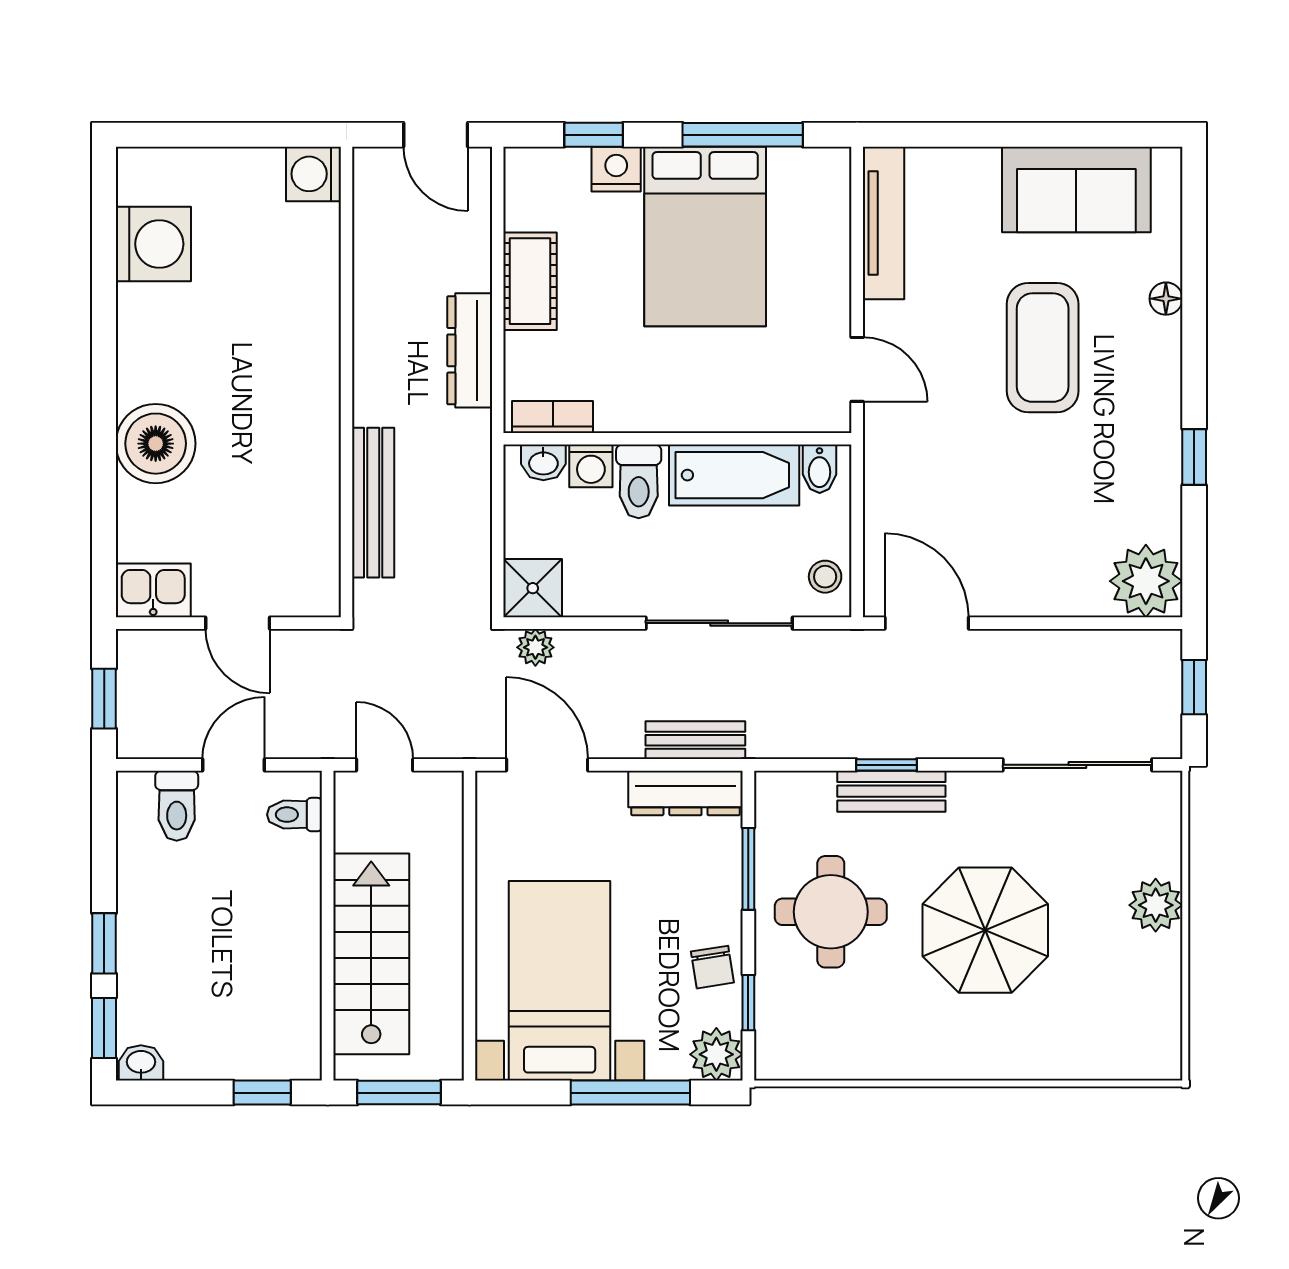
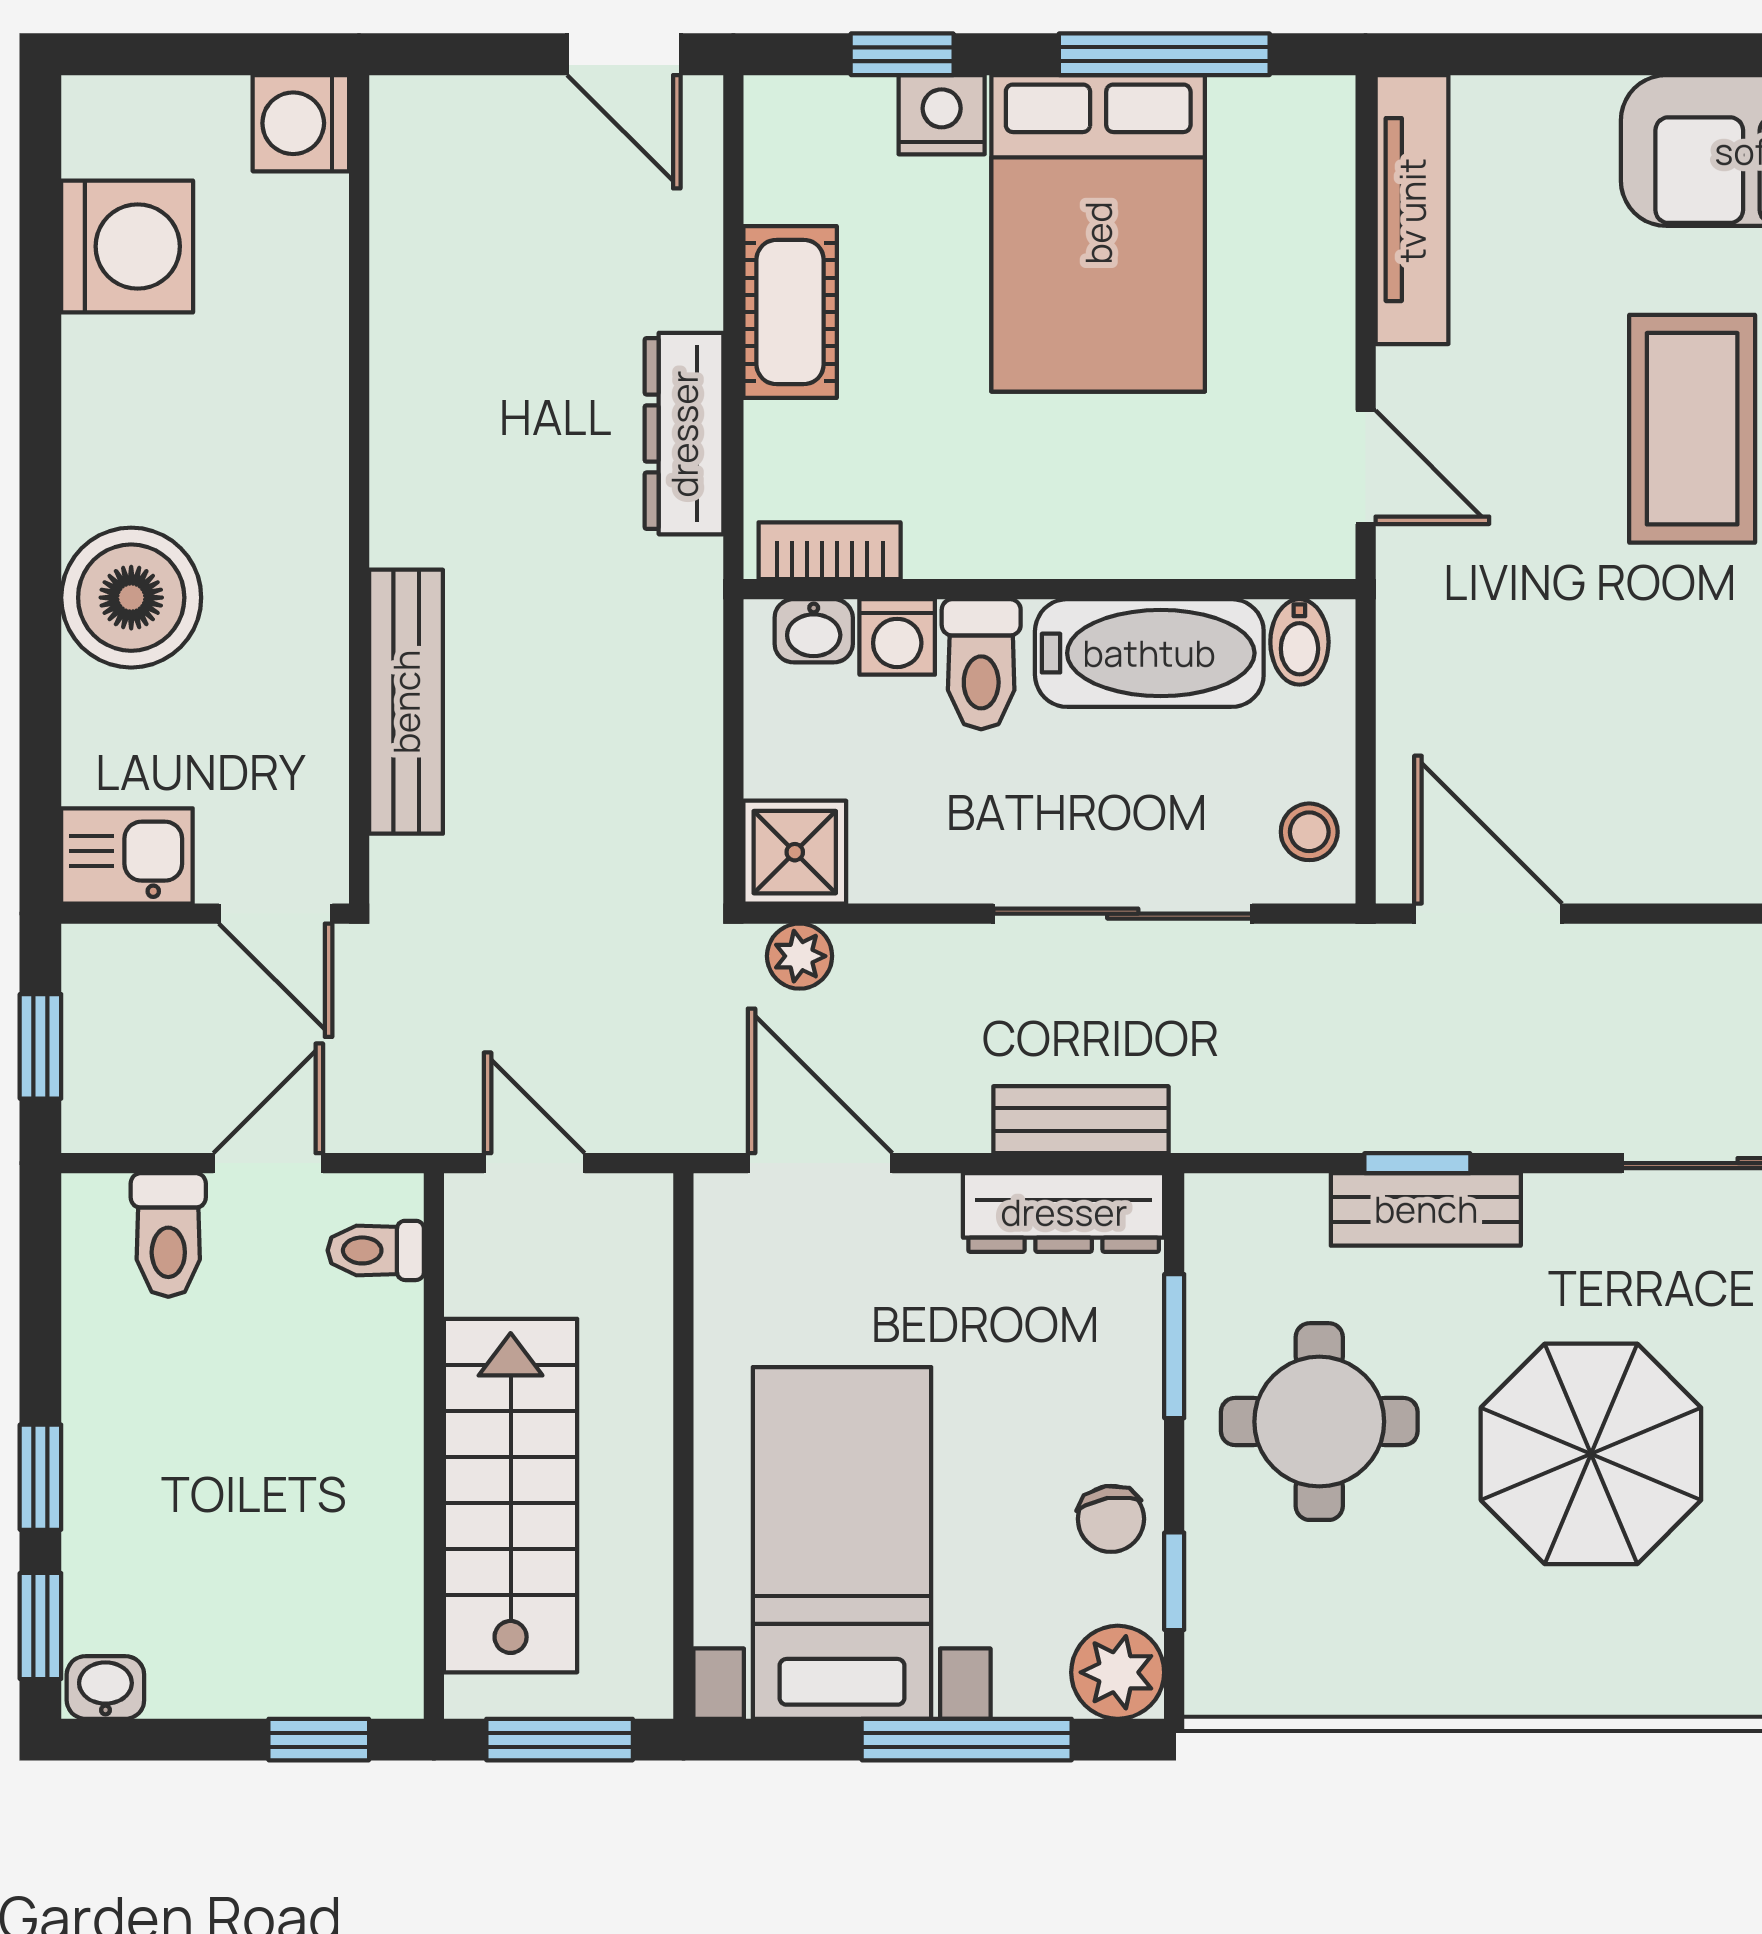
washing machine: (314, 174) -> (301, 123), moved
wall: (347, 382) -> (359, 489), moved
bench: (373, 503) -> (406, 702), moved

